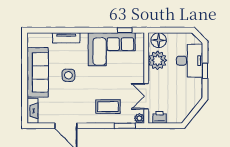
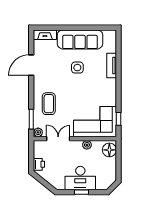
corner sofa: (112, 49) -> (95, 122), moved, turned 90
plant: (158, 60) -> (87, 145), width x0.53, depth x0.53
desk: (190, 61) -> (80, 178), moved
printer: (160, 117) -> (39, 164), moved

